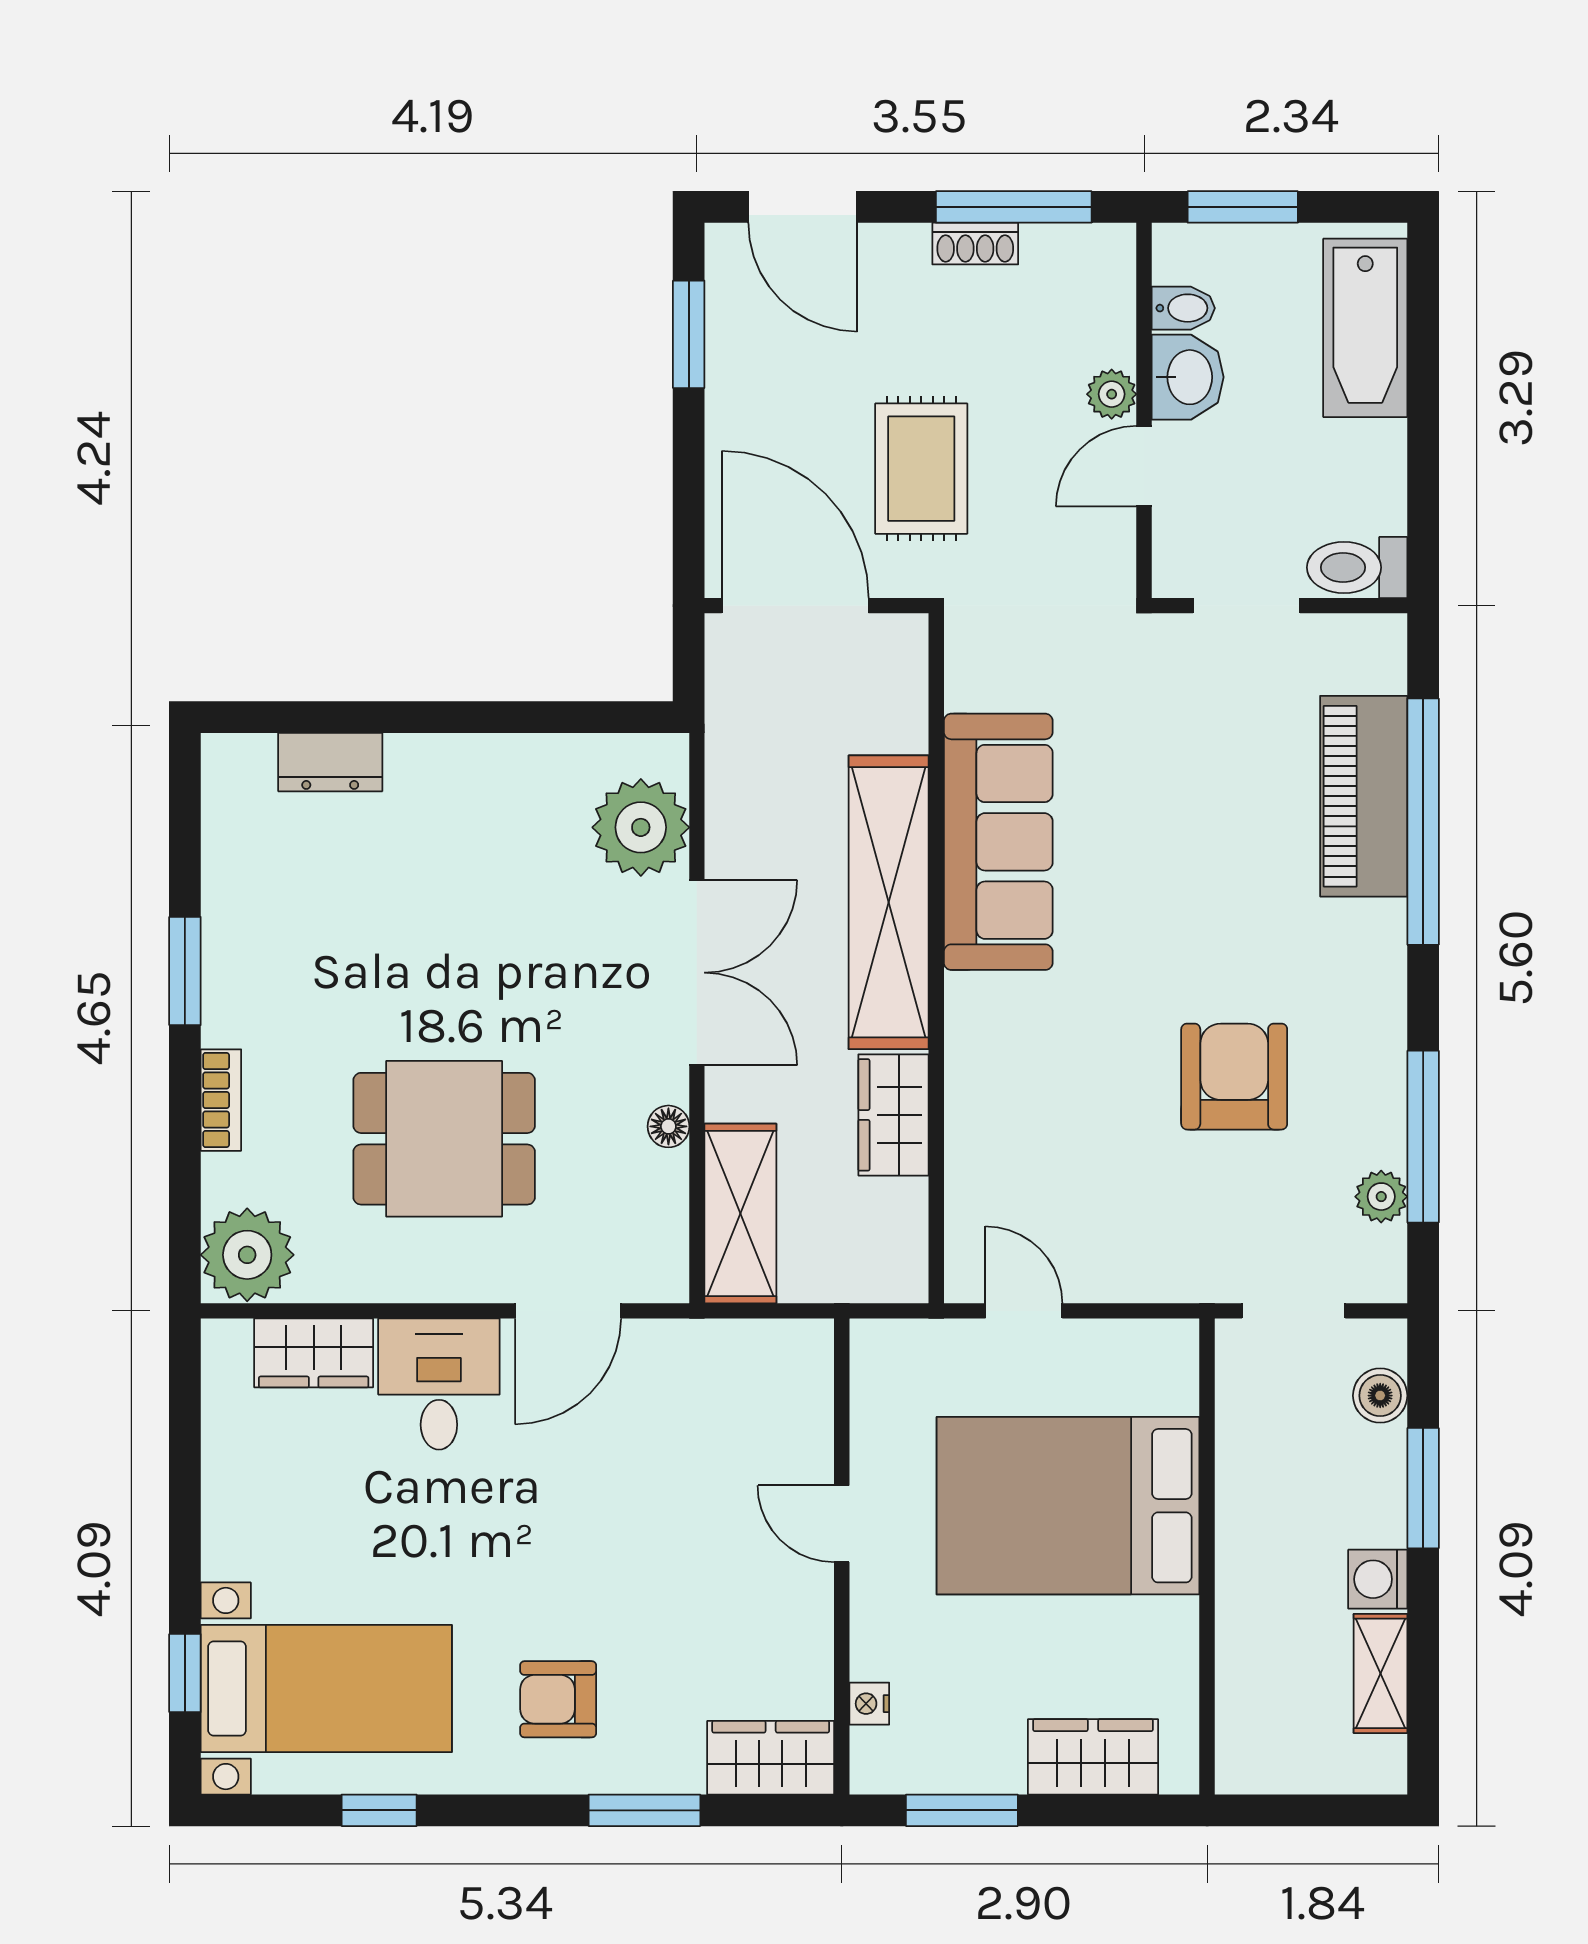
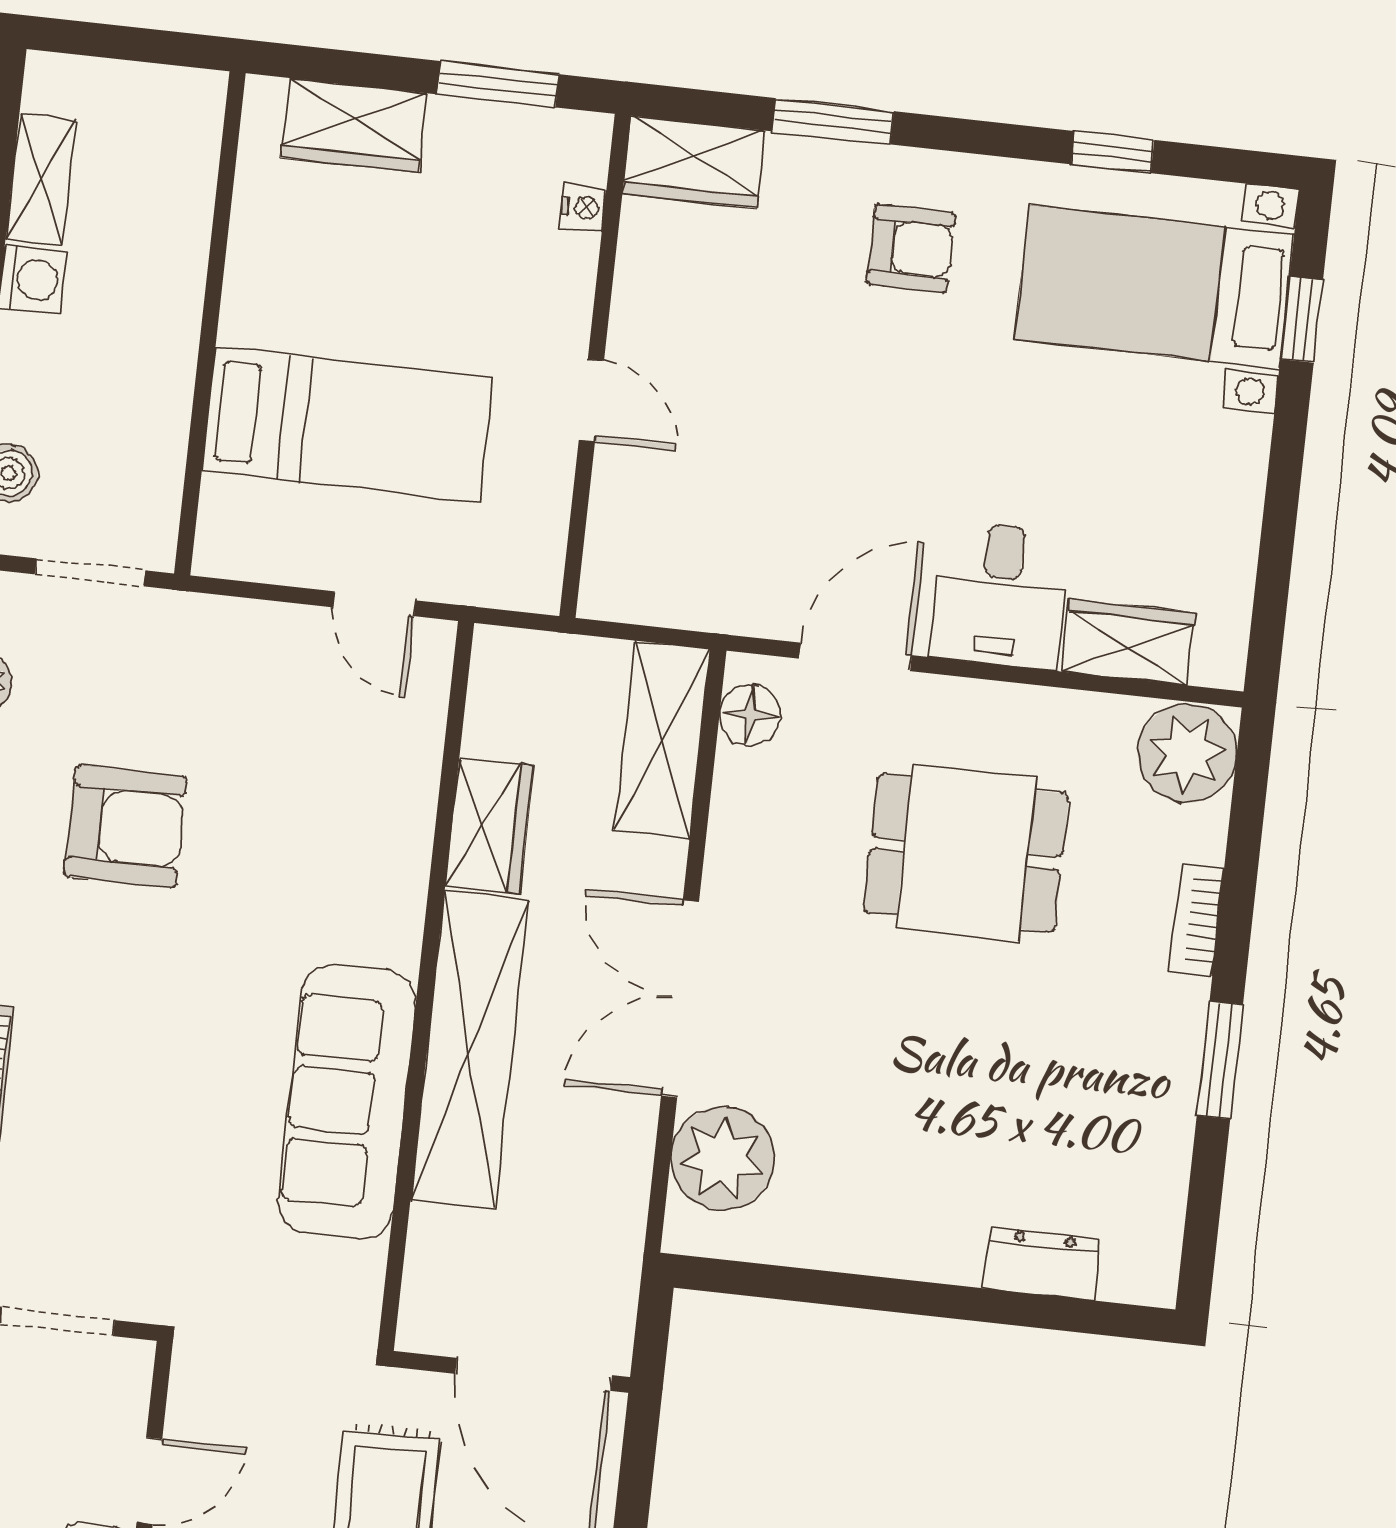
armchair: (1234, 1077) -> (125, 827), turned -90
floor lamp: (668, 1126) -> (750, 715), moved, width x1.37, depth x1.37
bed: (1068, 1506) -> (347, 424), width x0.67

